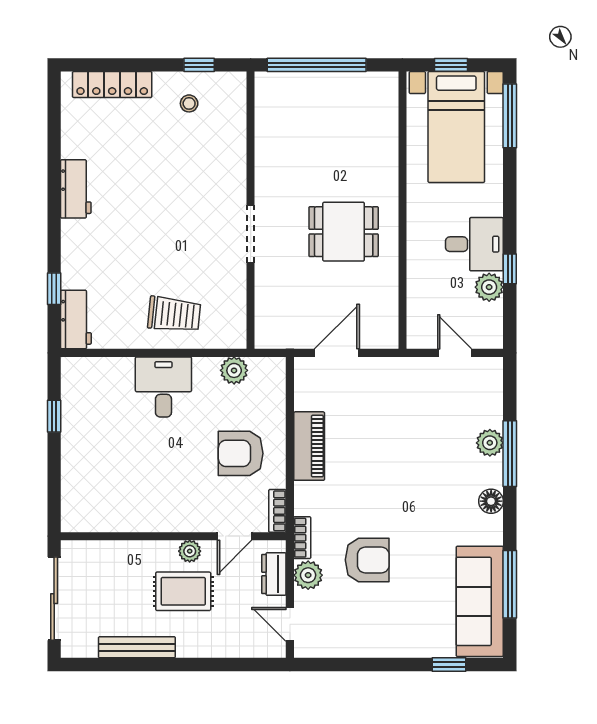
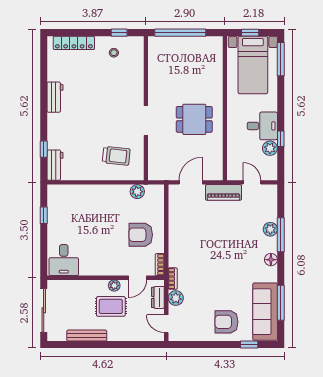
trolley: (174, 314) -> (116, 156), moved
desk: (163, 387) -> (64, 260), moved, turned 180
piano: (309, 446) -> (223, 192), moved, turned 90
armchair: (367, 560) -> (226, 322), moved, turned 180

